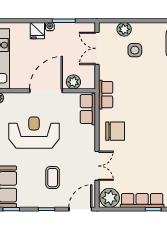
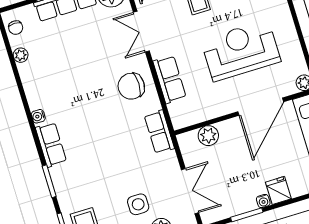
door: (46, 91) -> (261, 107), moved
row of seats: (88, 109) -> (170, 79), moved
reception desk: (34, 133) -> (241, 51), turned 180

